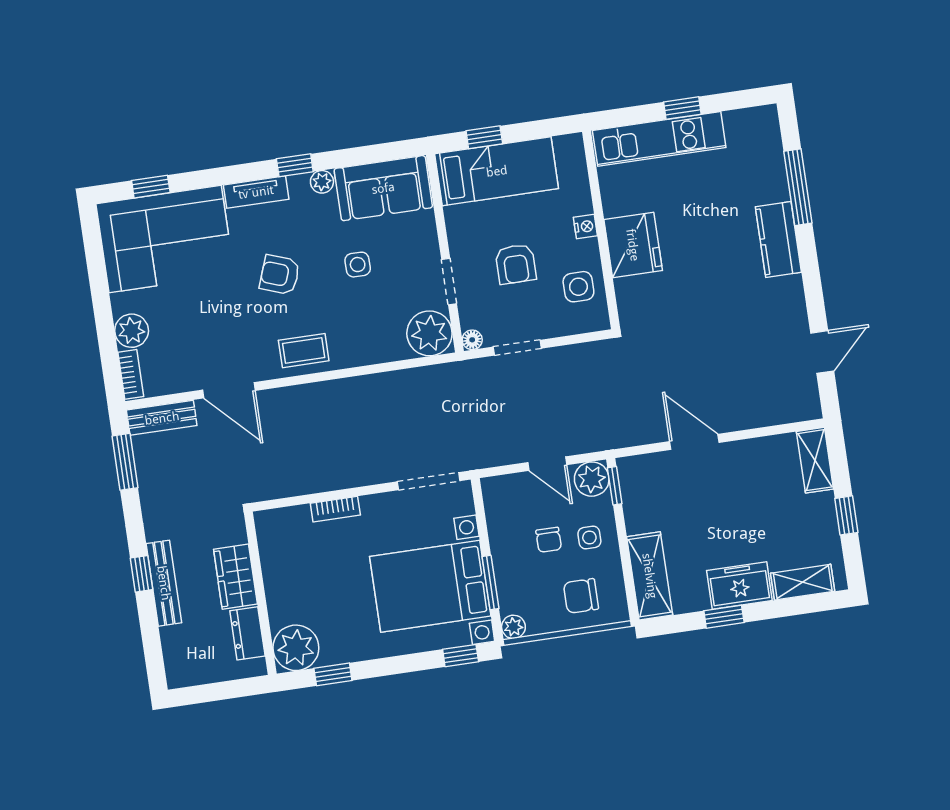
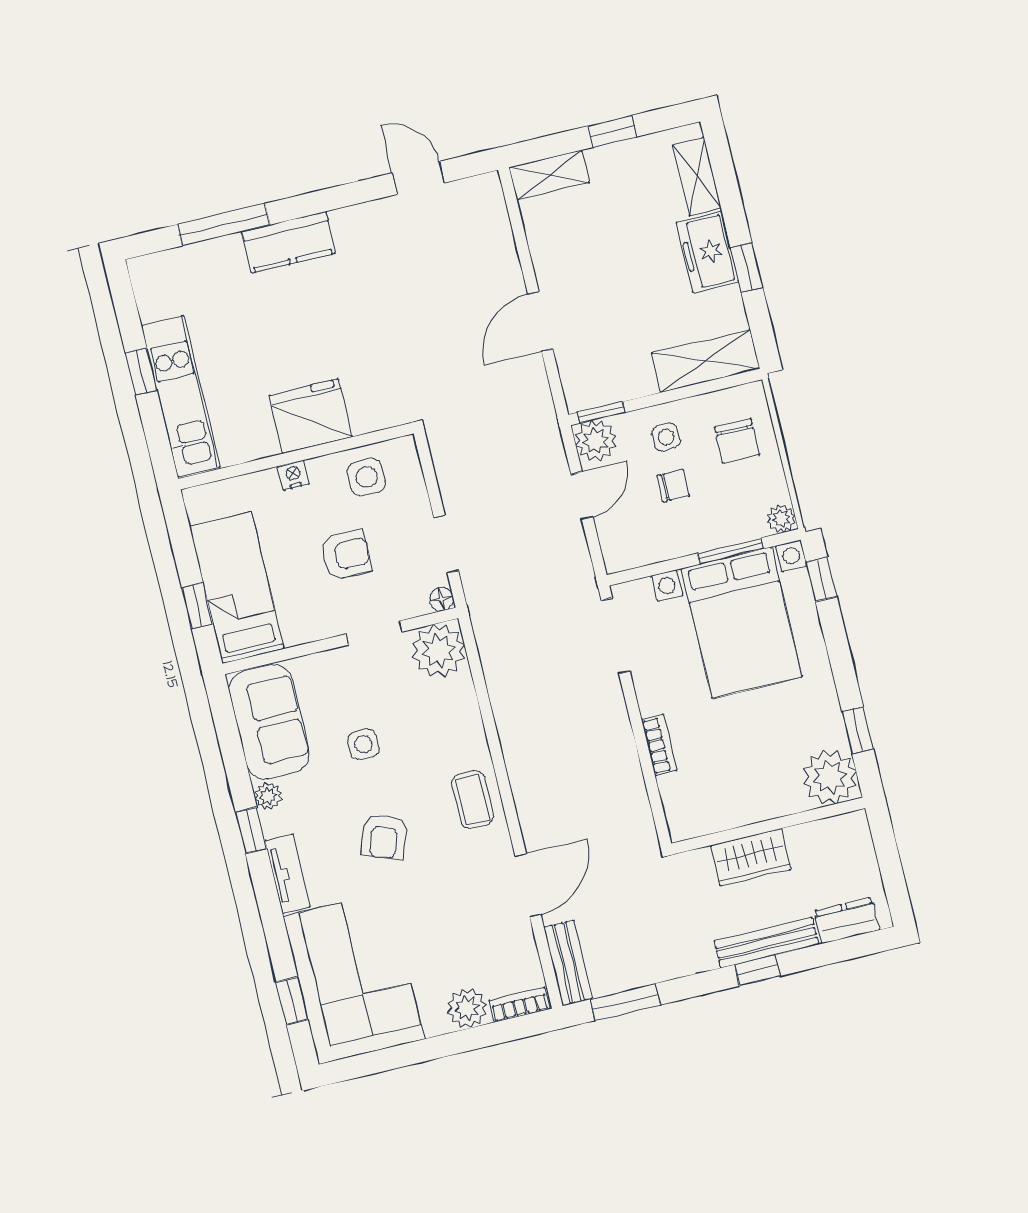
dresser: (247, 633) -> (847, 920), moved, turned 180

